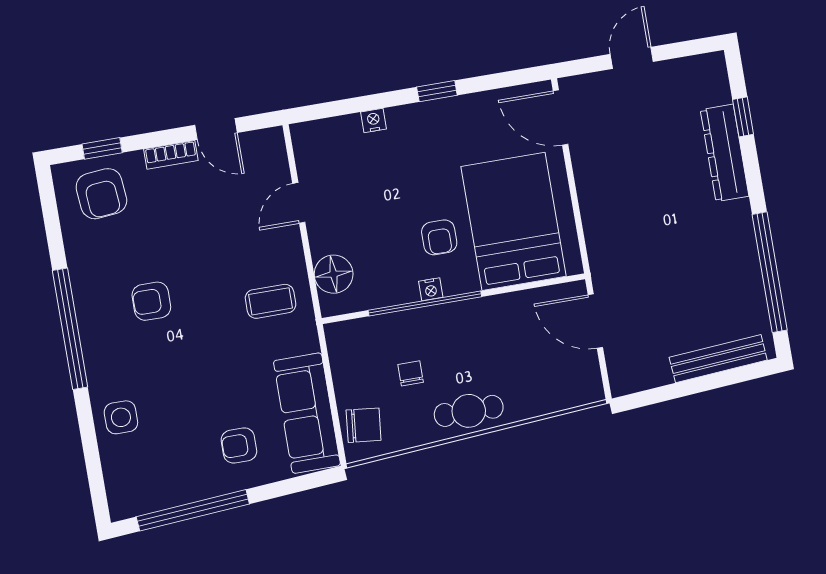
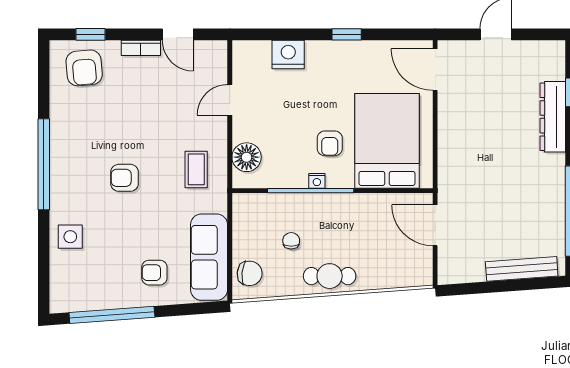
nightstand: (374, 120) -> (288, 54), width x1.89, depth x1.79
armchair: (151, 301) -> (125, 178), moved
coffee table: (271, 301) -> (196, 169), turned 90

